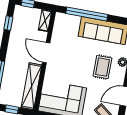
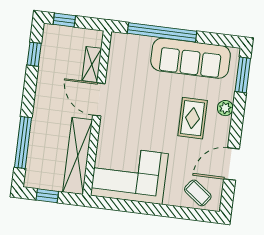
shelving: (45, 21) -> (92, 64), moved

